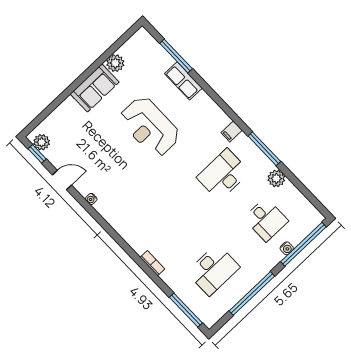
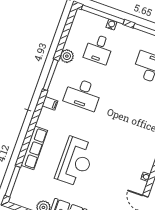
window: (176, 56) -> (13, 181), moved
row of seats: (183, 81) -> (34, 148), width x1.48
desk: (266, 220) -> (99, 49), turned 180

